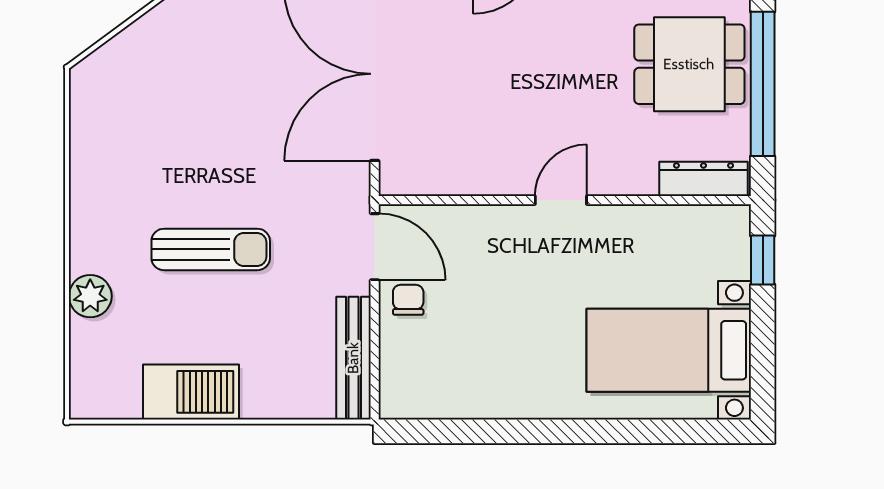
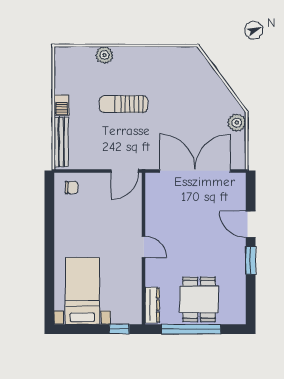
sun lounger: (211, 249) -> (123, 104), turned 90
chair: (408, 300) -> (71, 188), moved
bench: (353, 358) -> (61, 142), moved, turned 90
barbecue: (191, 392) -> (61, 105), width x0.53, depth x0.65

